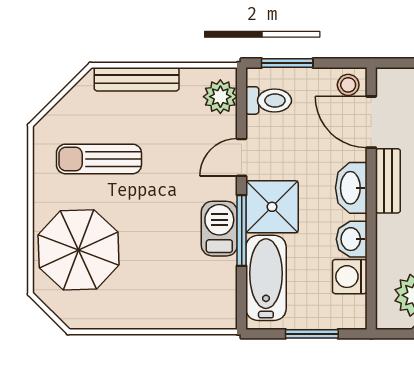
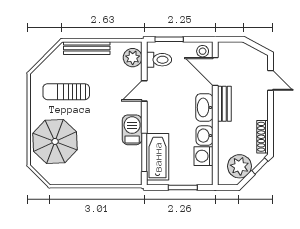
shower: (272, 207) -> (161, 118), removed
window: (242, 230) -> (144, 152), moved

